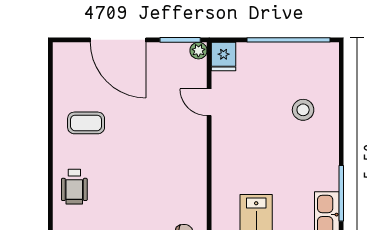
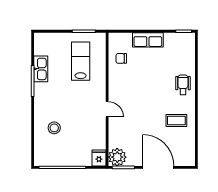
plant: (198, 51) -> (117, 157), width x1.88, depth x1.88
door: (209, 102) -> (107, 109), moved

